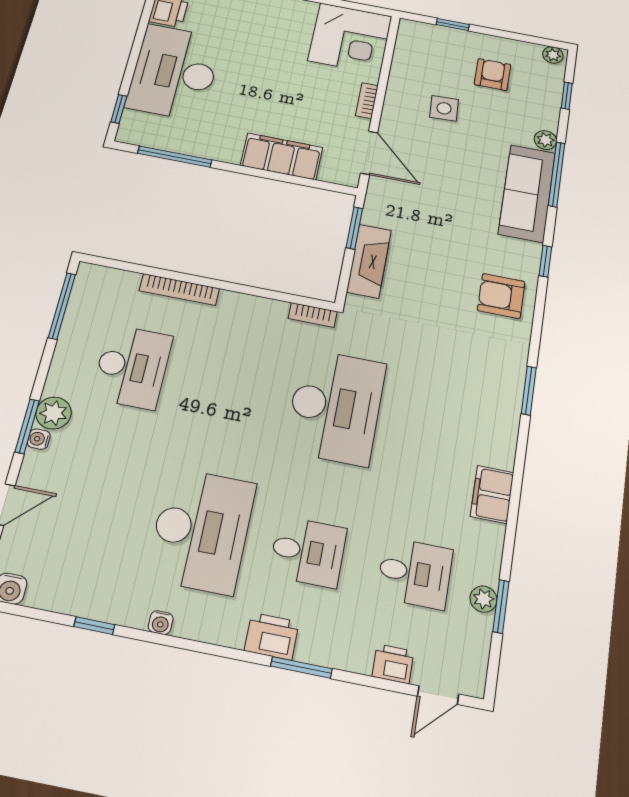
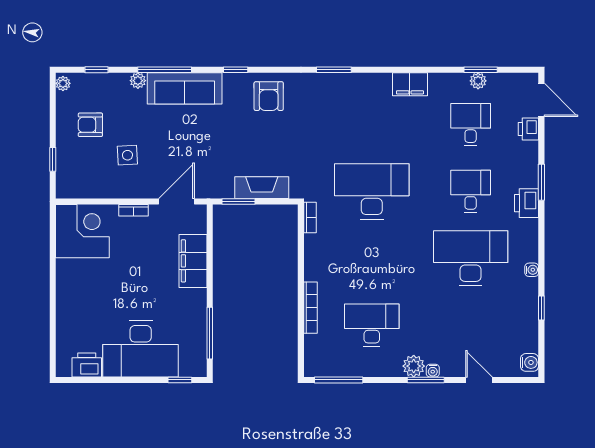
door: (438, 695) -> (541, 100), width x1.38

